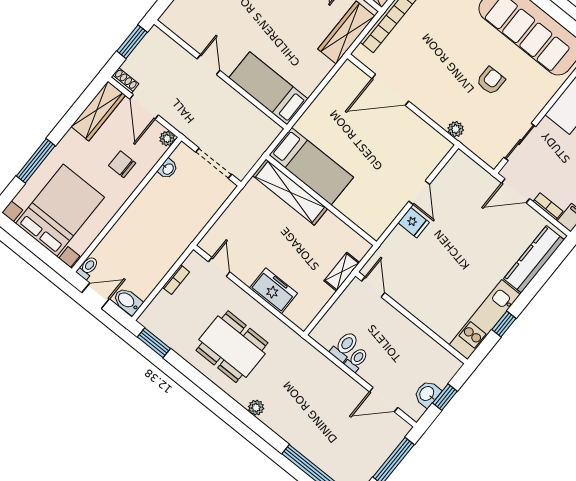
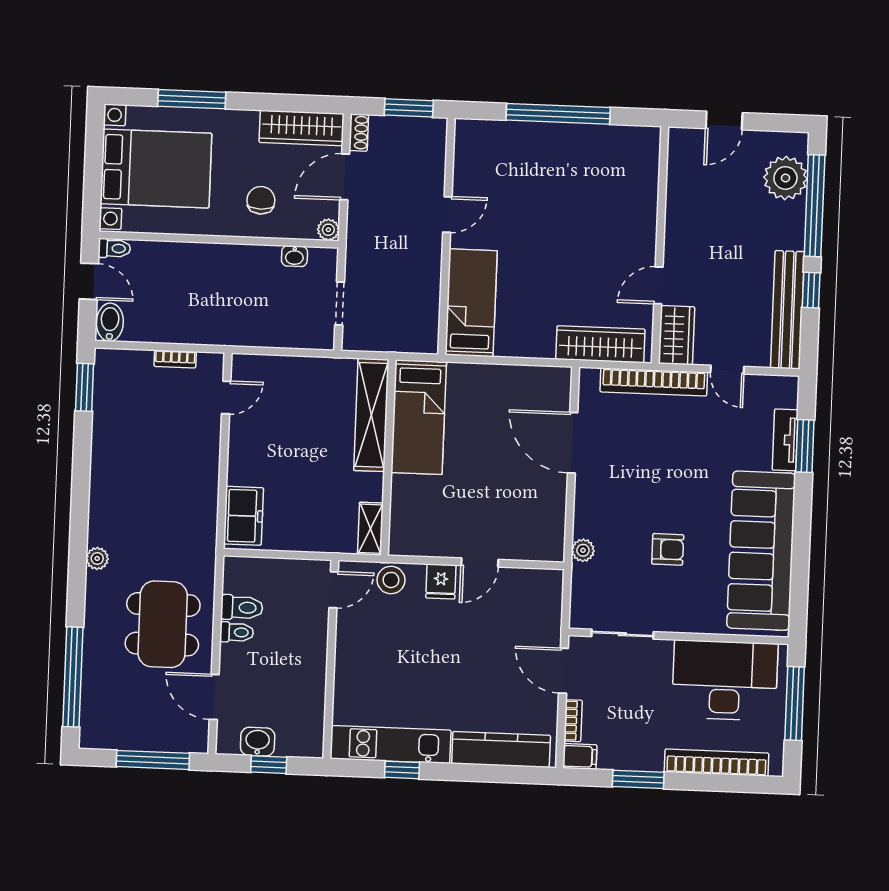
doorway: (214, 163) -> (340, 303), width x0.73
stool: (392, 250) -> (391, 580), added
shelving: (342, 272) -> (370, 529), moved, turned 90
freezer: (273, 291) -> (244, 516), moved
dining table: (232, 347) -> (163, 624), moved

